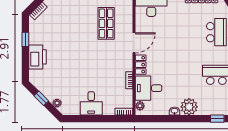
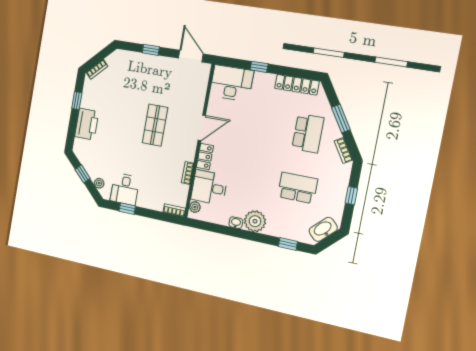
shop shelf: (106, 23) -> (155, 125), moved
desk: (91, 103) -> (125, 189), moved
window: (85, 119) -> (127, 209), added

